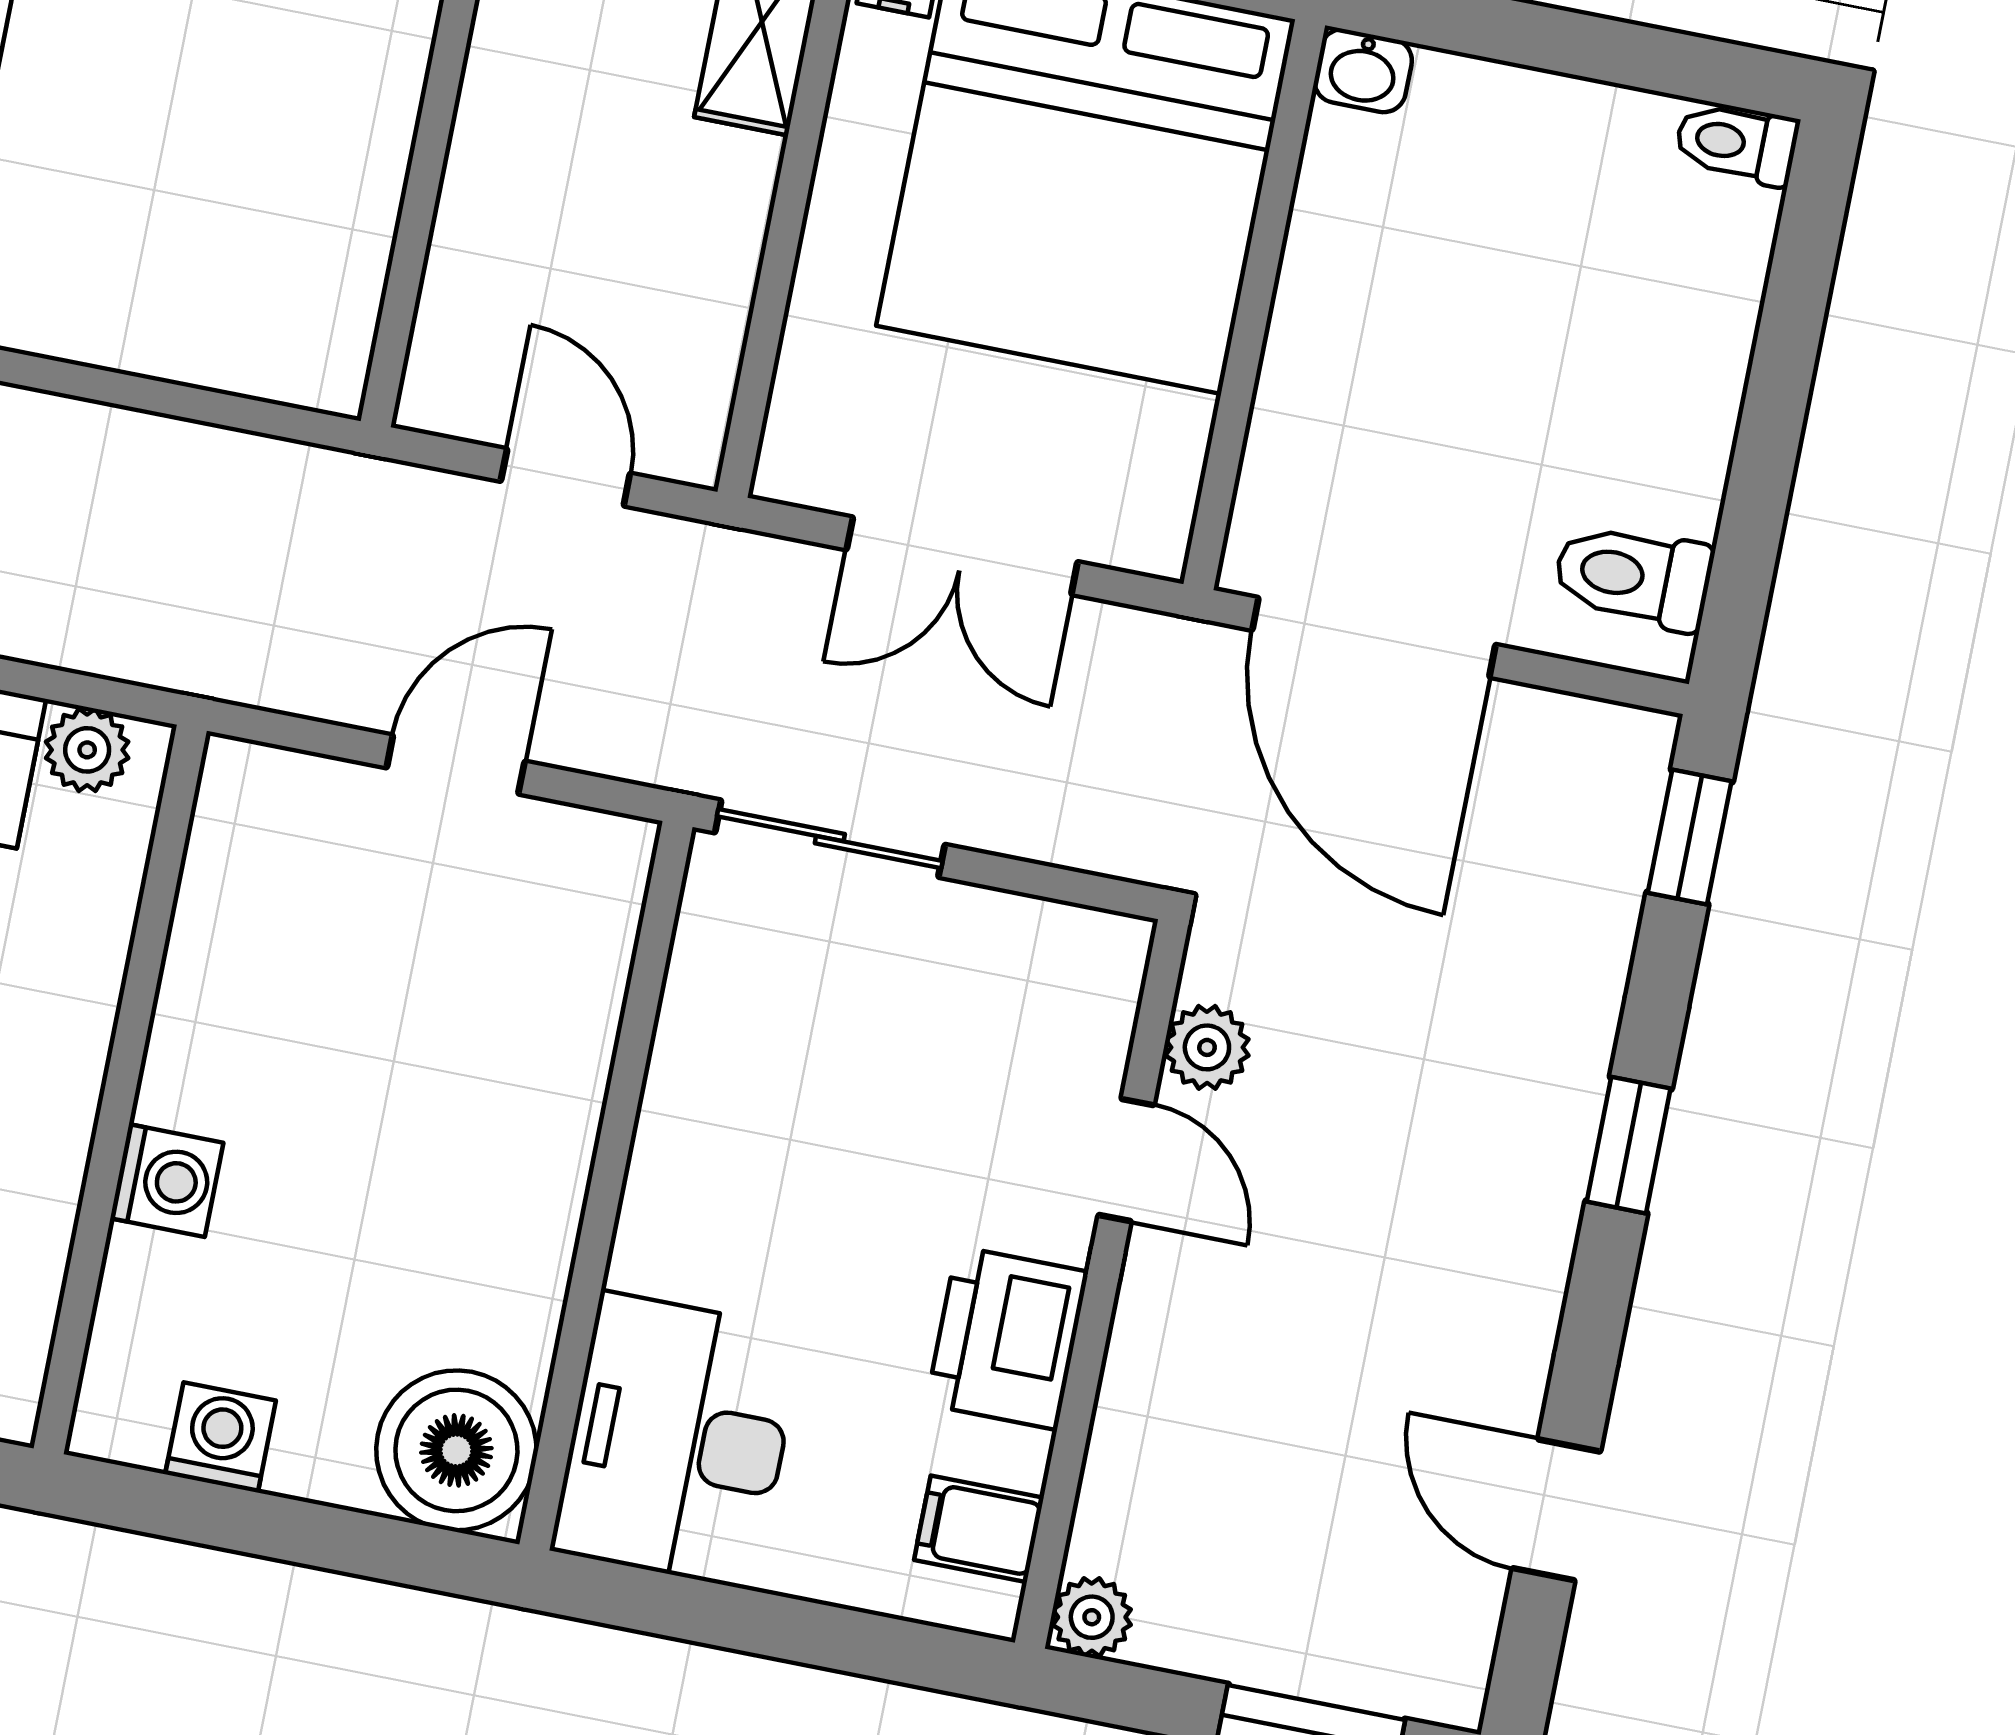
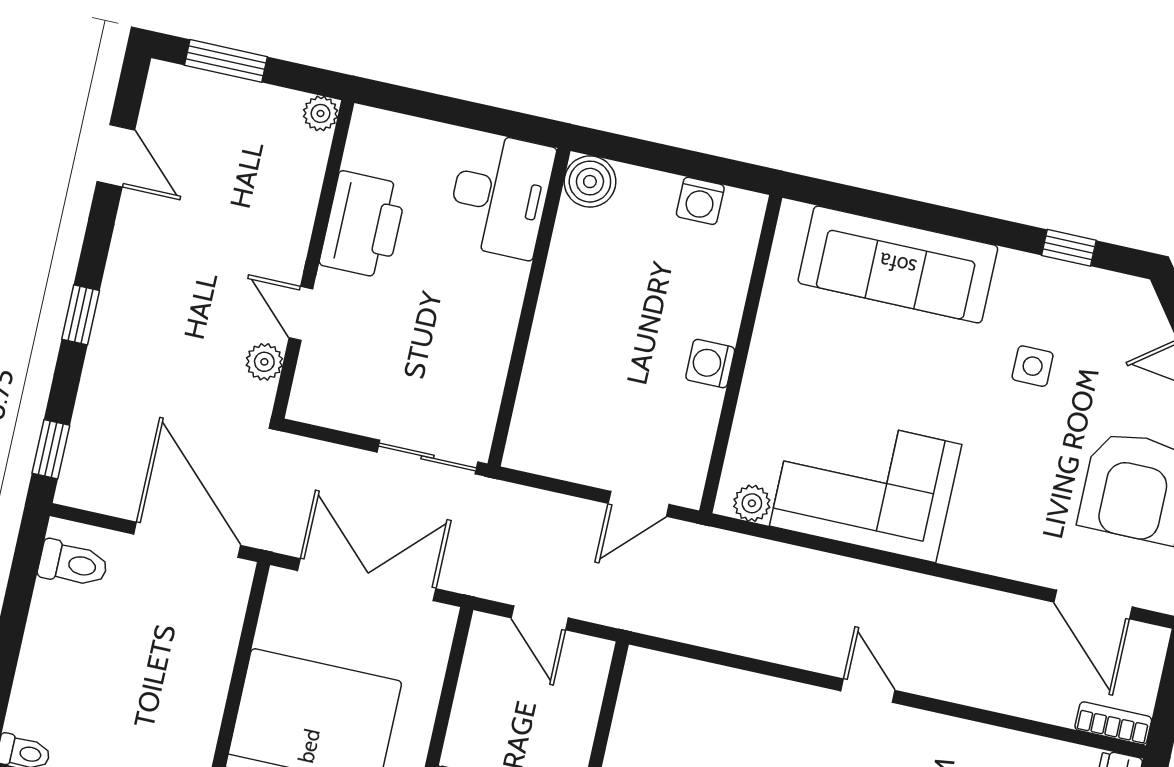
double door: (962, 556) -> (367, 580), width x1.37
door: (456, 765) -> (639, 504), moved
washing machine: (167, 1180) -> (710, 364), moved
printer: (1007, 1338) -> (363, 225), width x1.37, depth x1.19
boiler: (456, 1450) -> (590, 182), width x0.73, depth x0.73
filing cabinet: (979, 1529) -> (369, 153), removed

